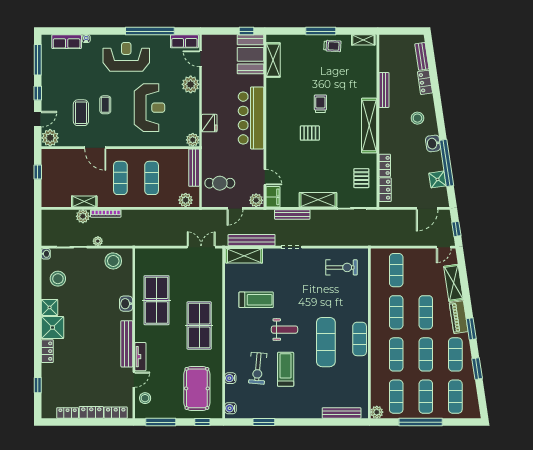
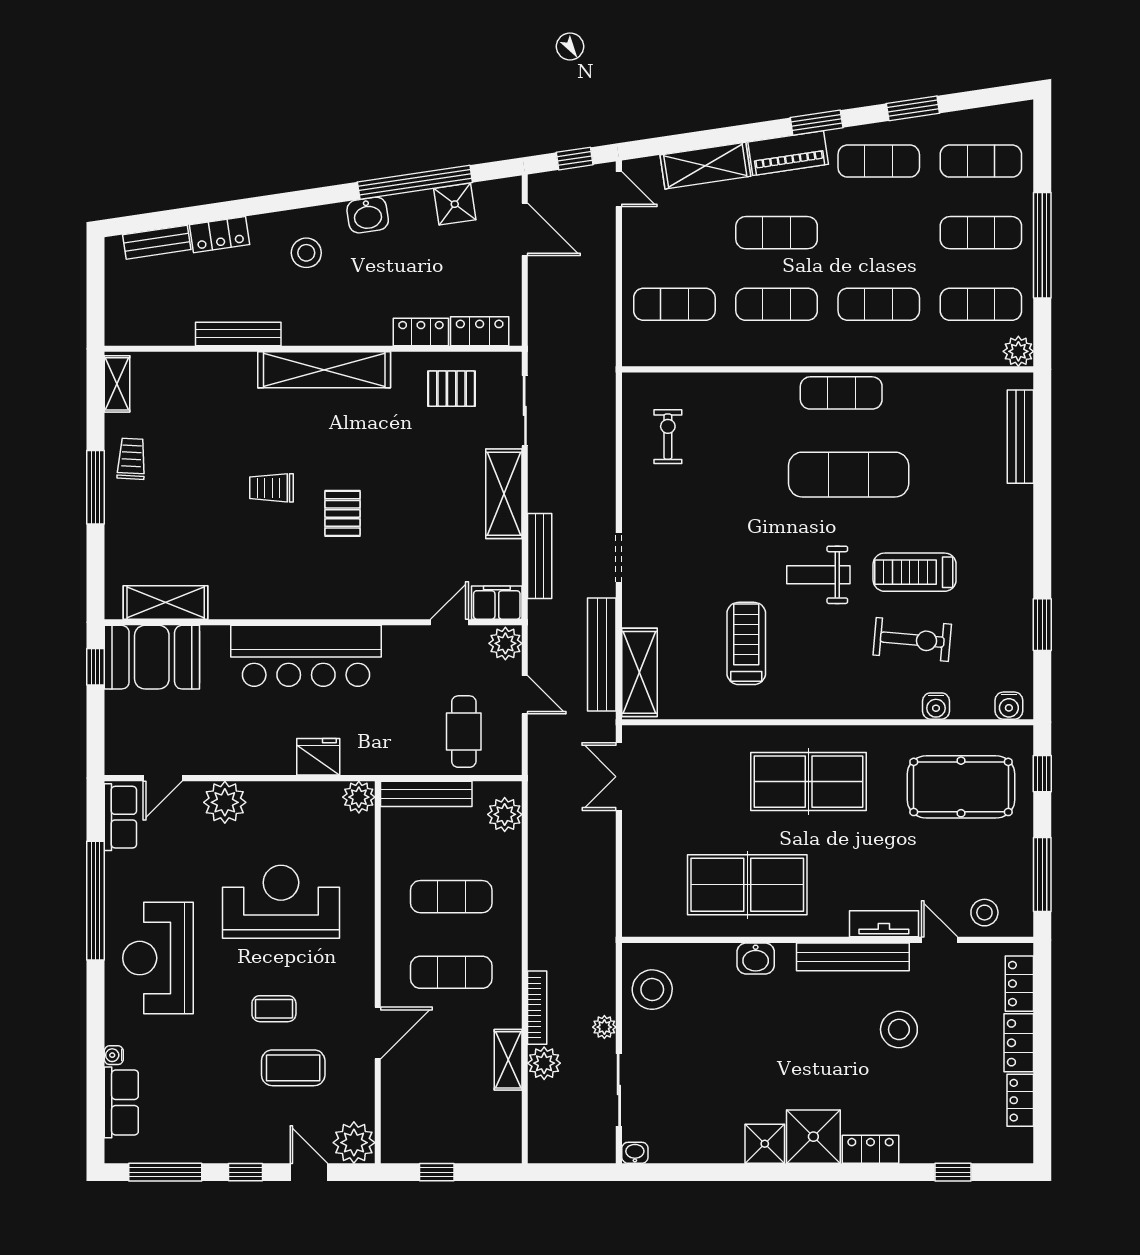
exercise bike: (342, 267) -> (668, 437), width x0.73, depth x0.72
stool: (58, 279) -> (899, 1029), moved
weight bench: (284, 330) -> (818, 575), turned -90
exercise mat: (426, 354) -> (879, 233), removed

